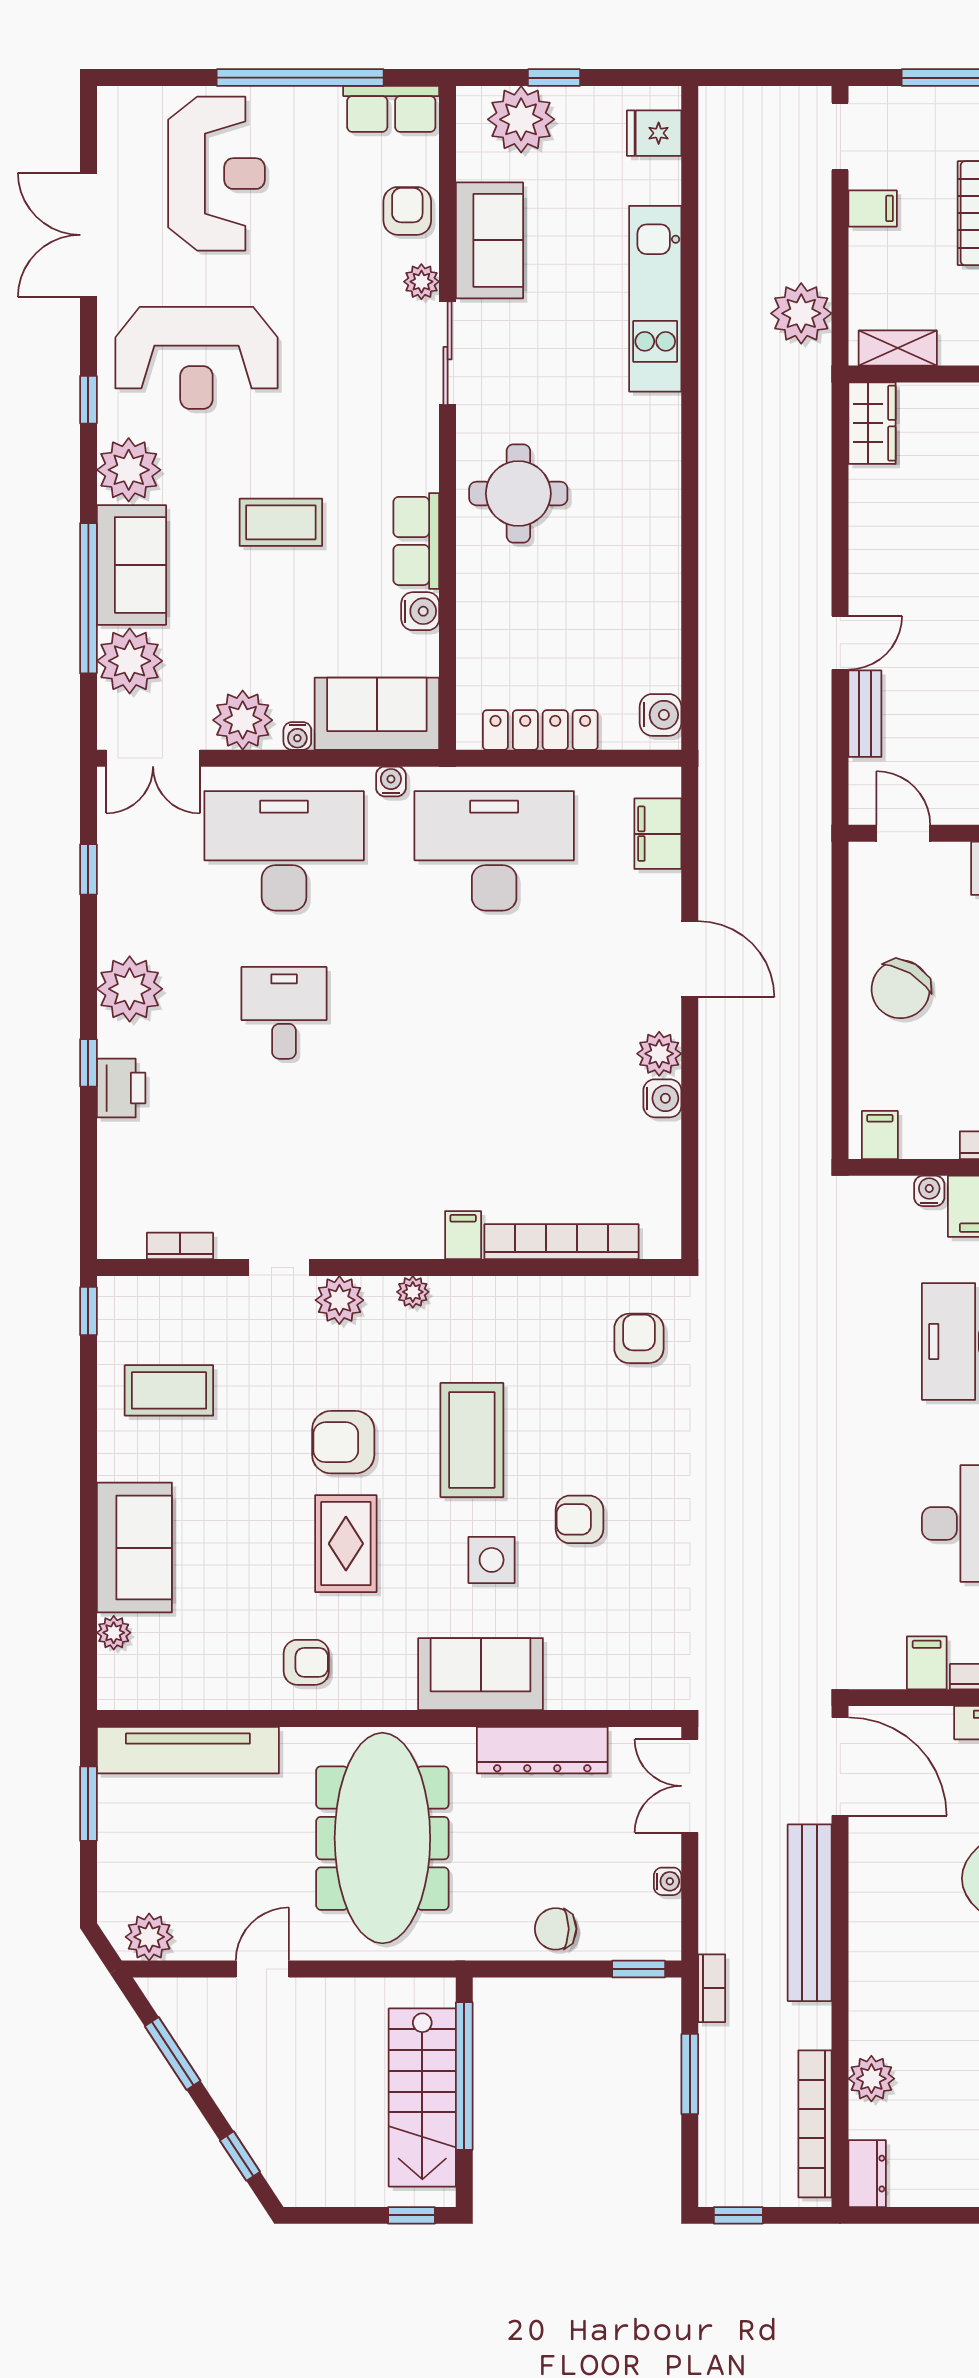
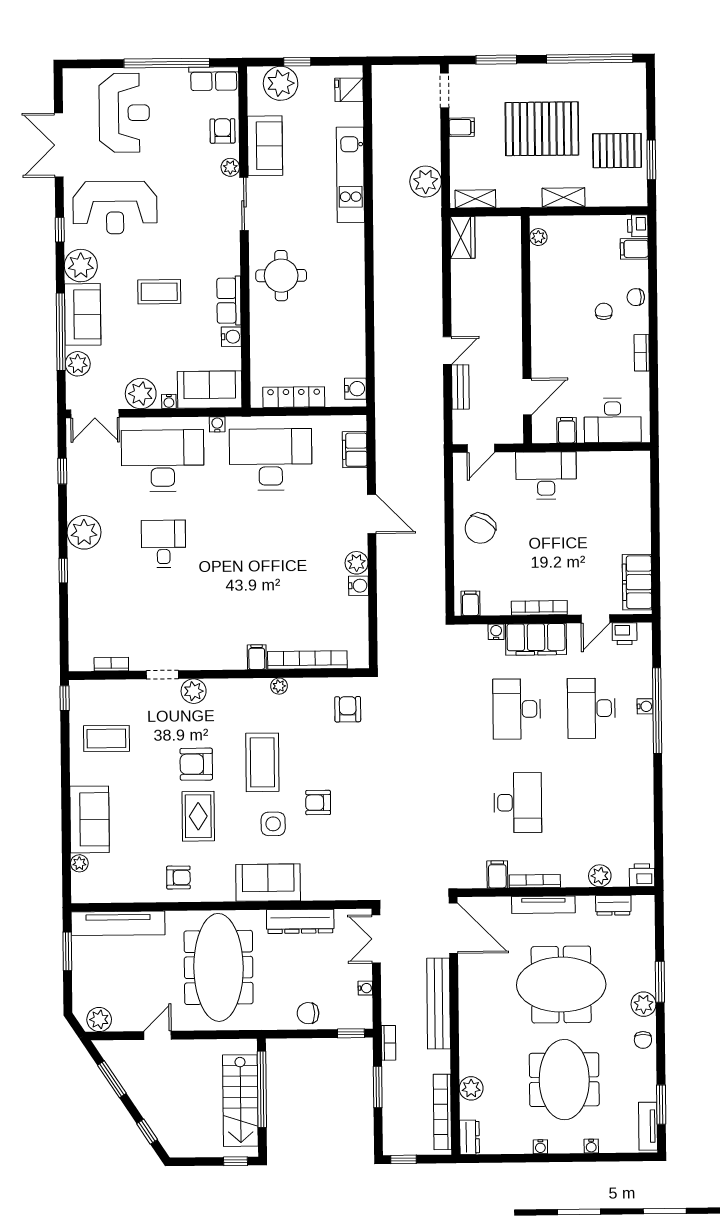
plant: (130, 661) -> (78, 364), width x0.73, depth x0.73
door: (903, 833) -> (481, 448), swing flipped
printer: (121, 1088) -> (80, 583), removed
plant: (413, 1292) -> (279, 686), moved

